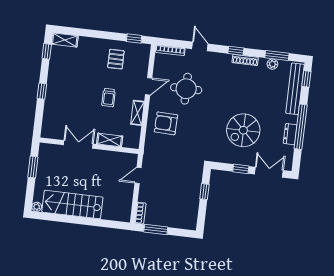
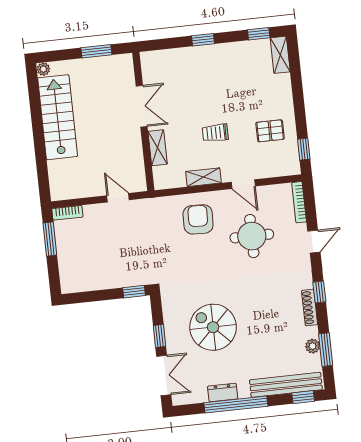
window: (204, 192) -> (134, 292), moved

